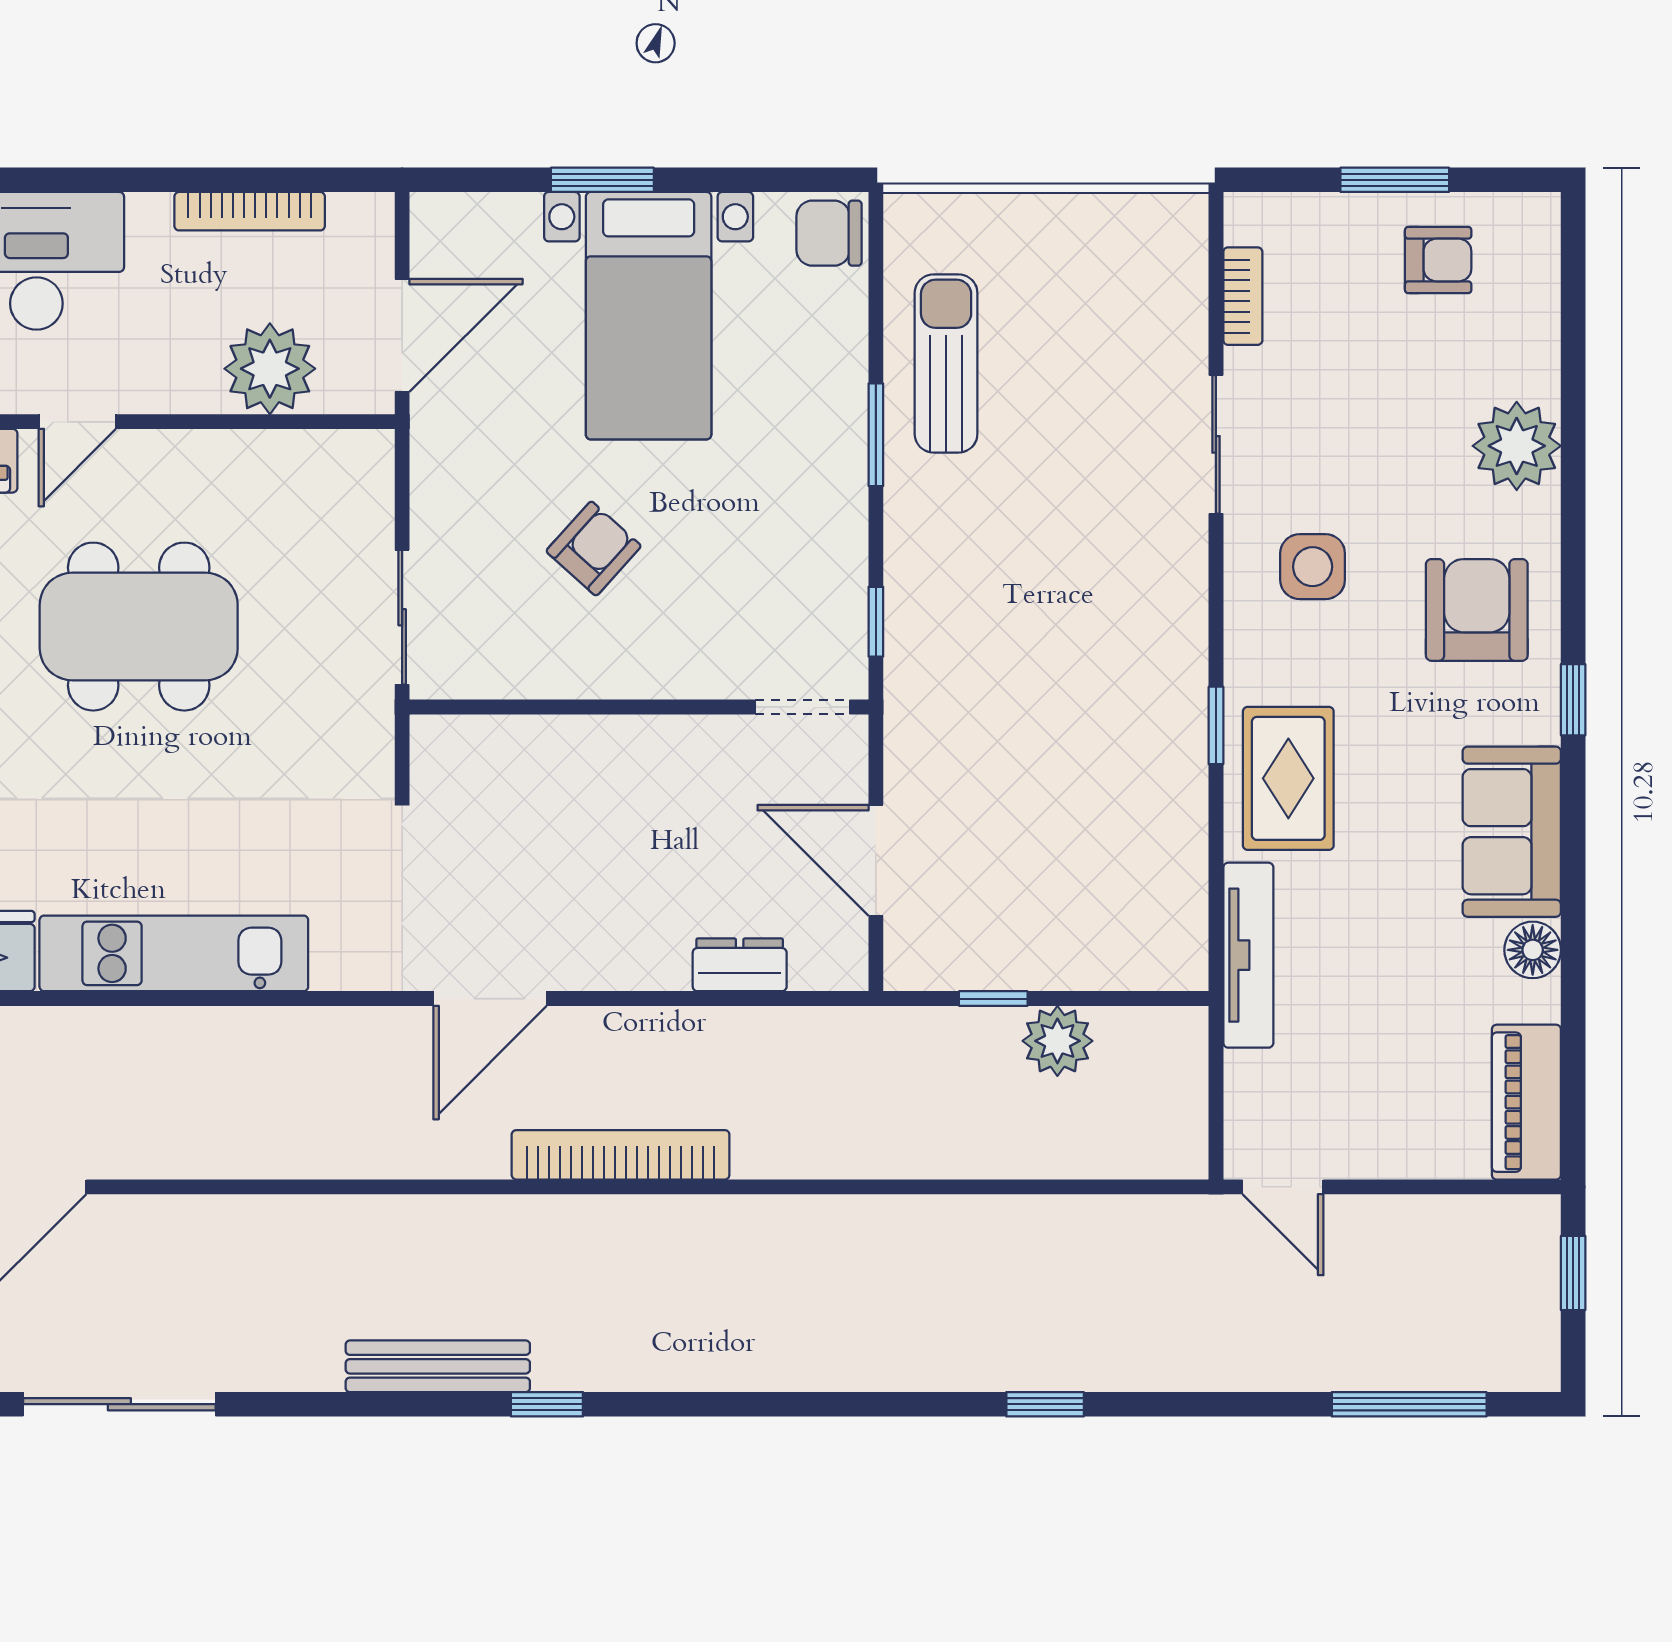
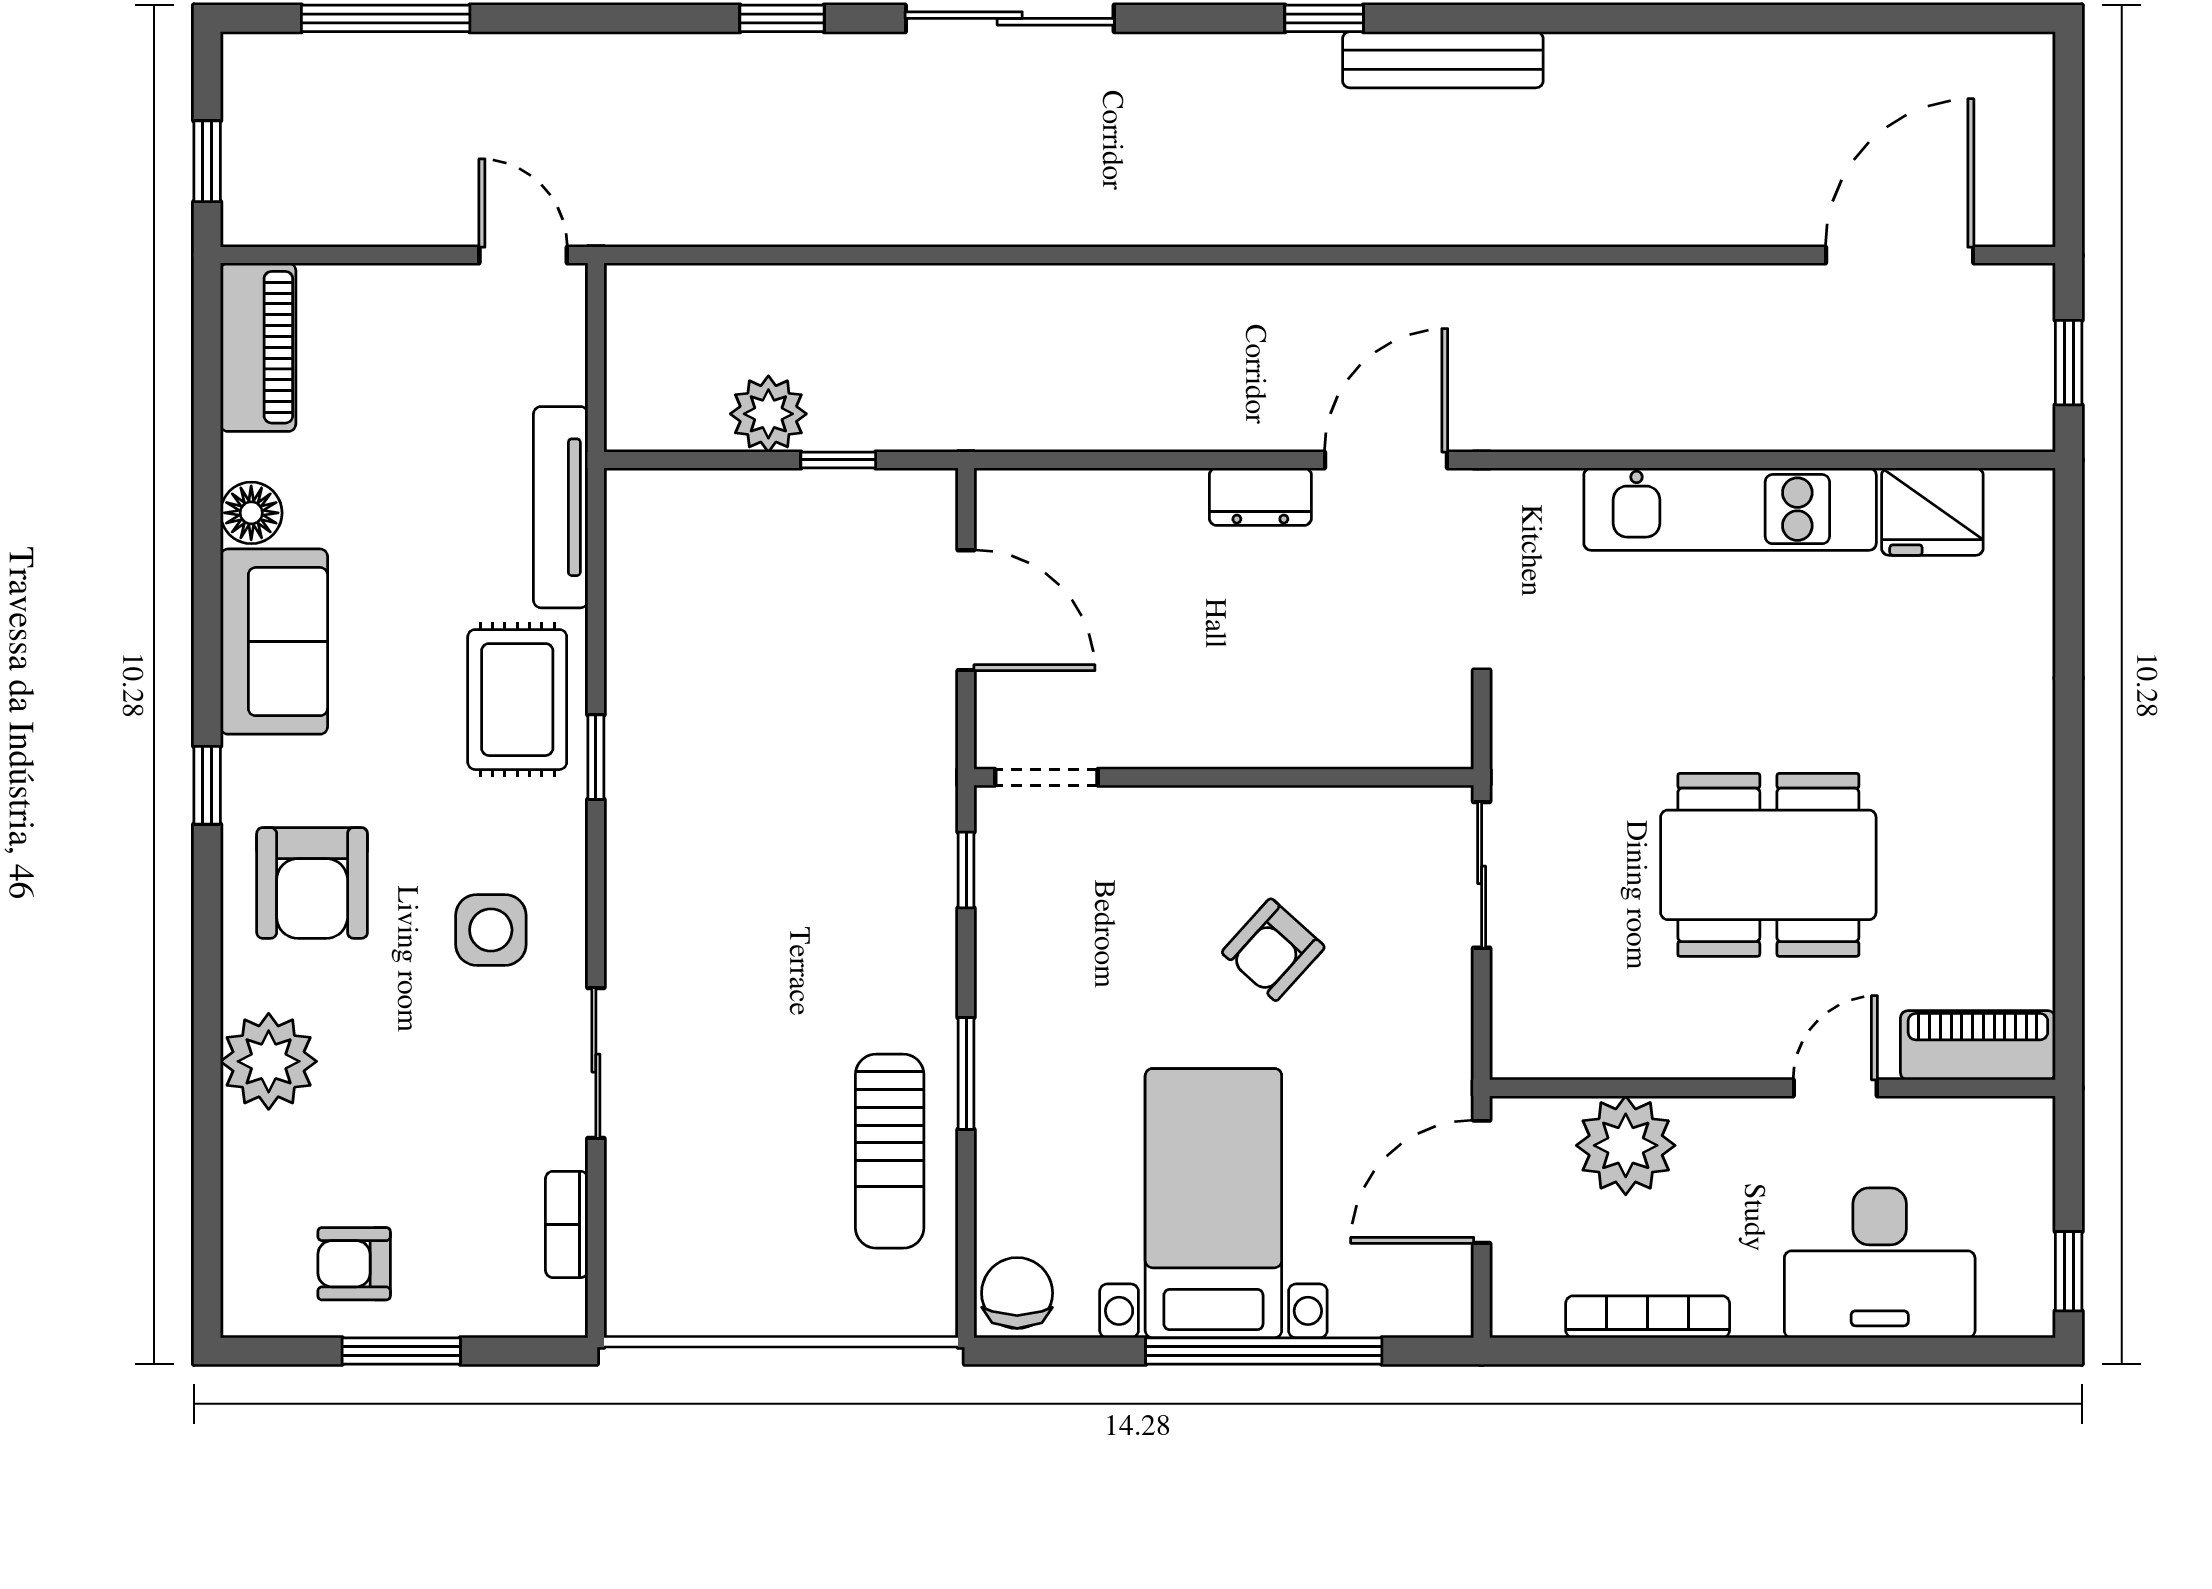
window: (602, 180) -> (1264, 1351), width x2.11
chair: (829, 233) -> (1017, 1293), turned -90
dresser: (740, 965) -> (1260, 497), moved
bookcase: (621, 1155) -> (1244, 290), removed
sliding door: (119, 1404) -> (1010, 18), moved

